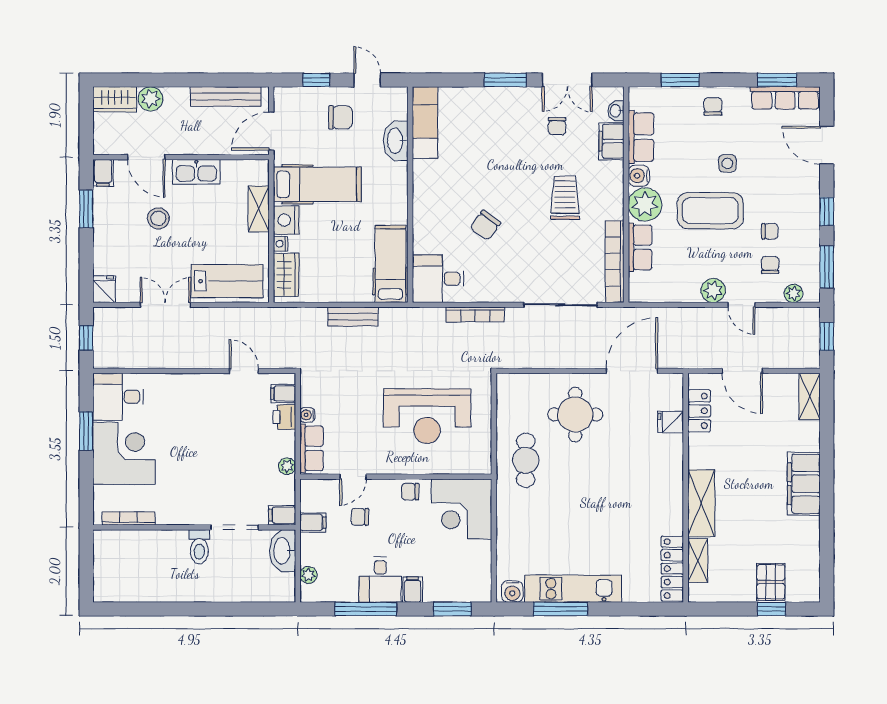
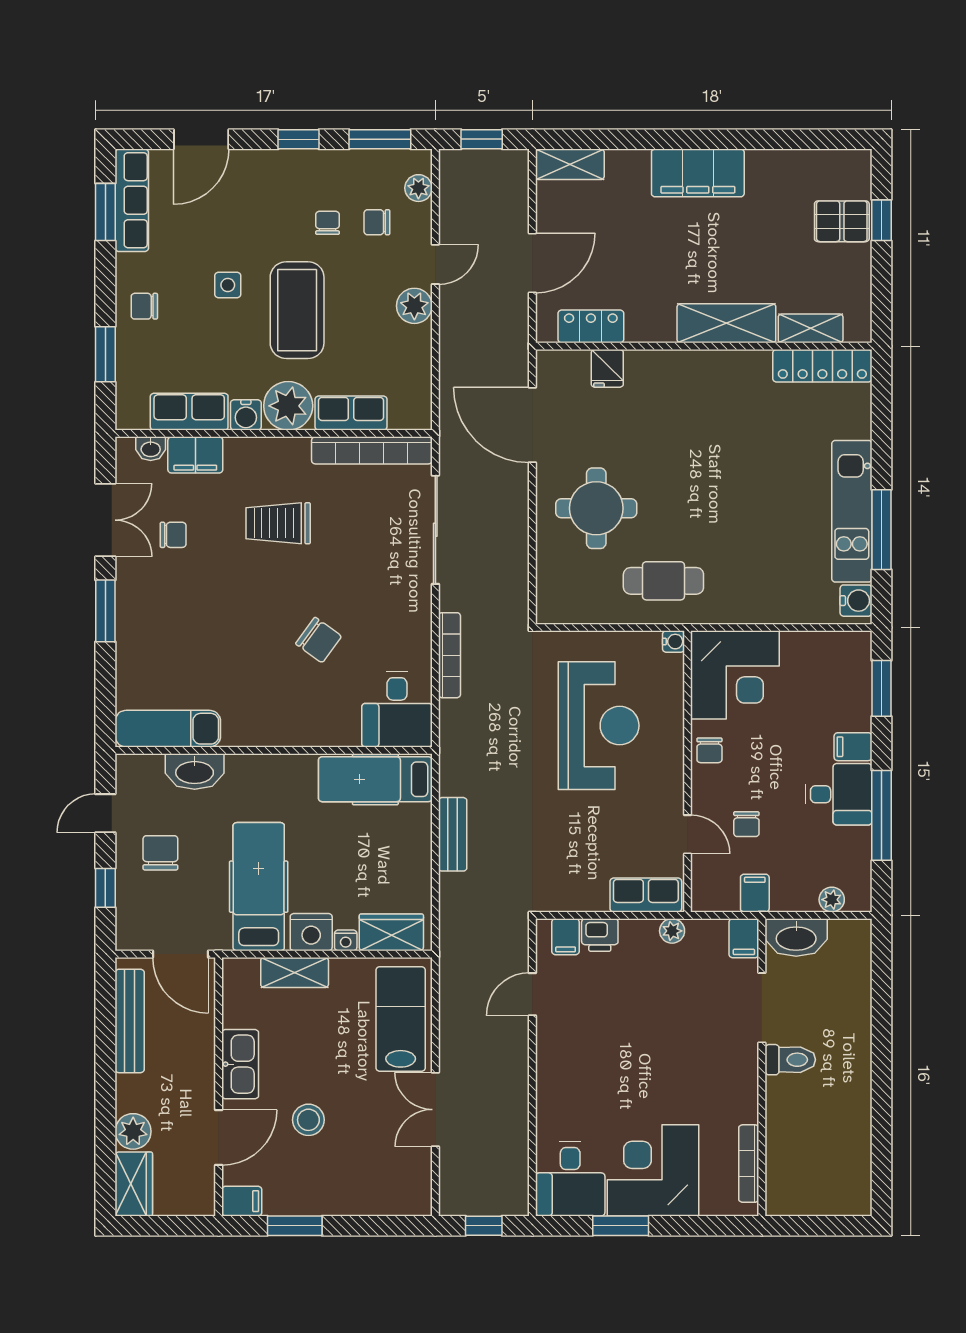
fridge: (104, 289) -> (412, 1199), removed
water cooler: (307, 415) -> (673, 642), moved, turned -90

